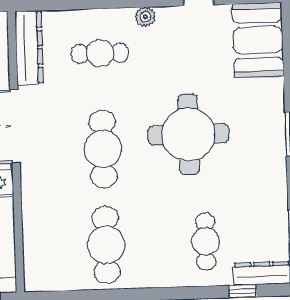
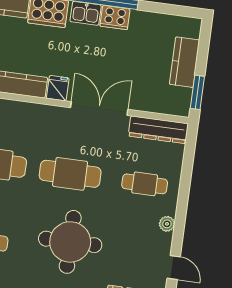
cafe table: (100, 53) -> (145, 184), turned 90

